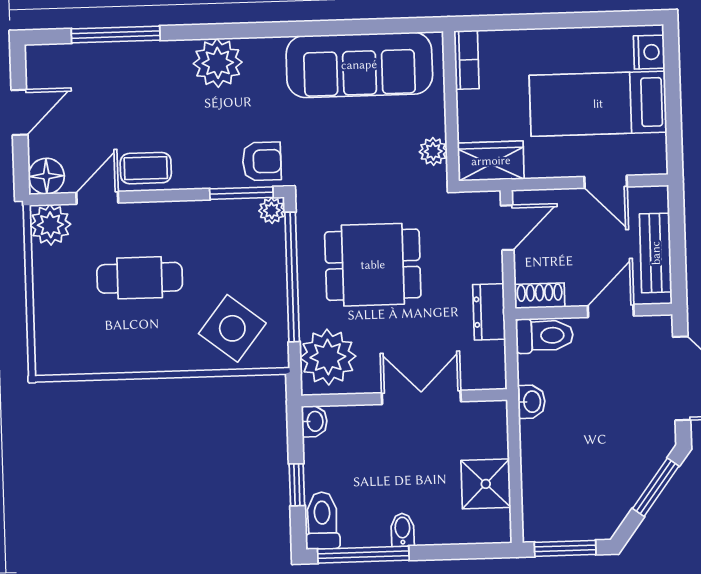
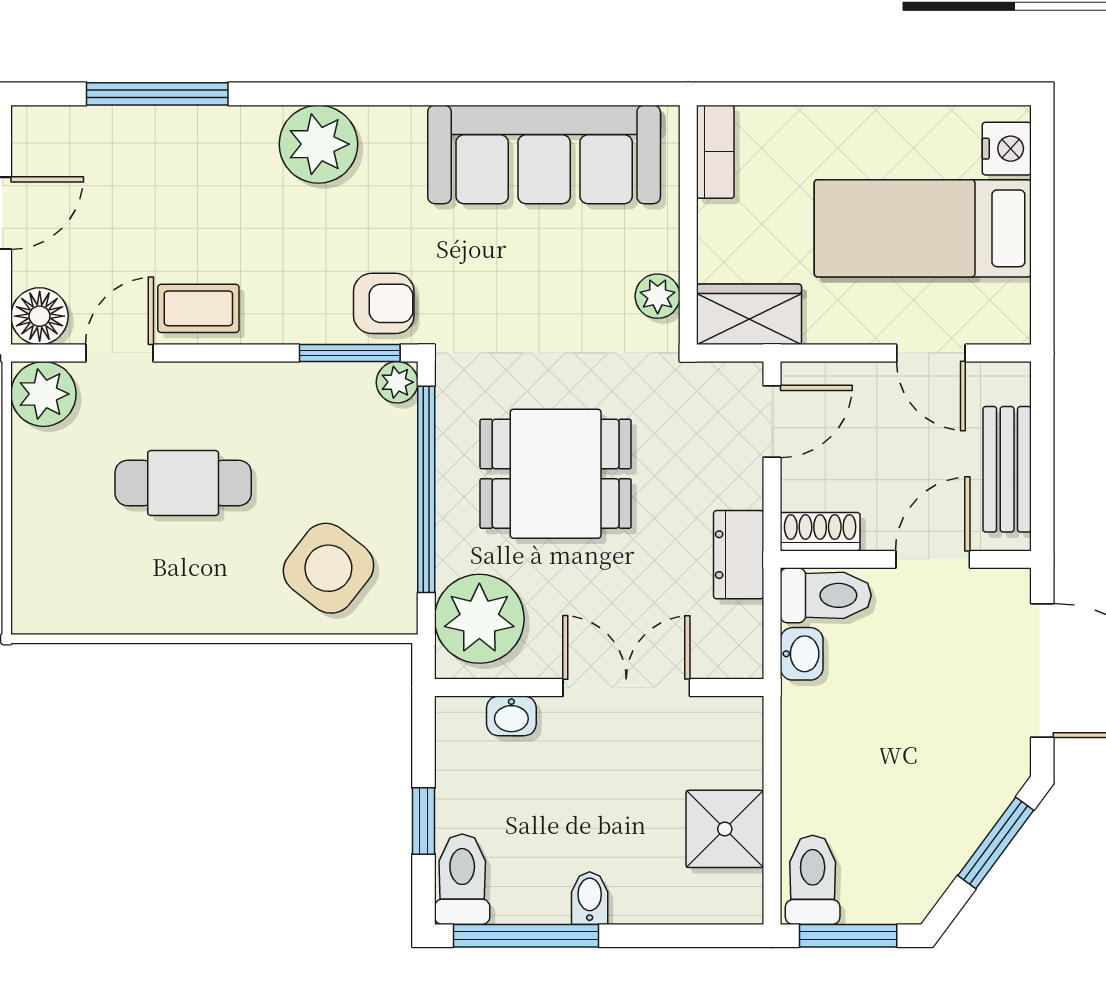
washbasin: (531, 402) -> (802, 654), moved
washbasin: (314, 421) -> (511, 716), moved, turned 90
toilet: (542, 514) -> (813, 880), added

